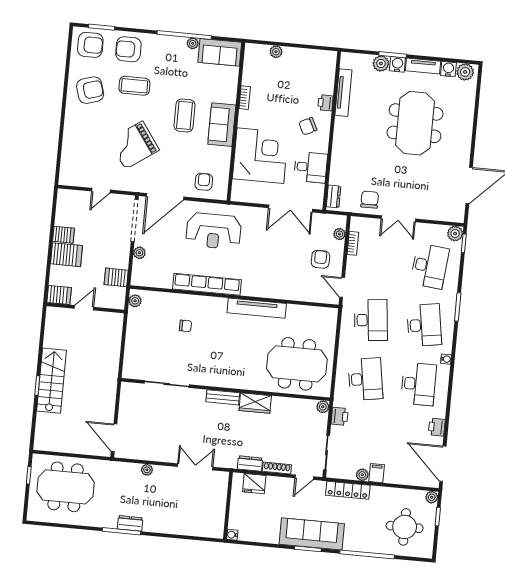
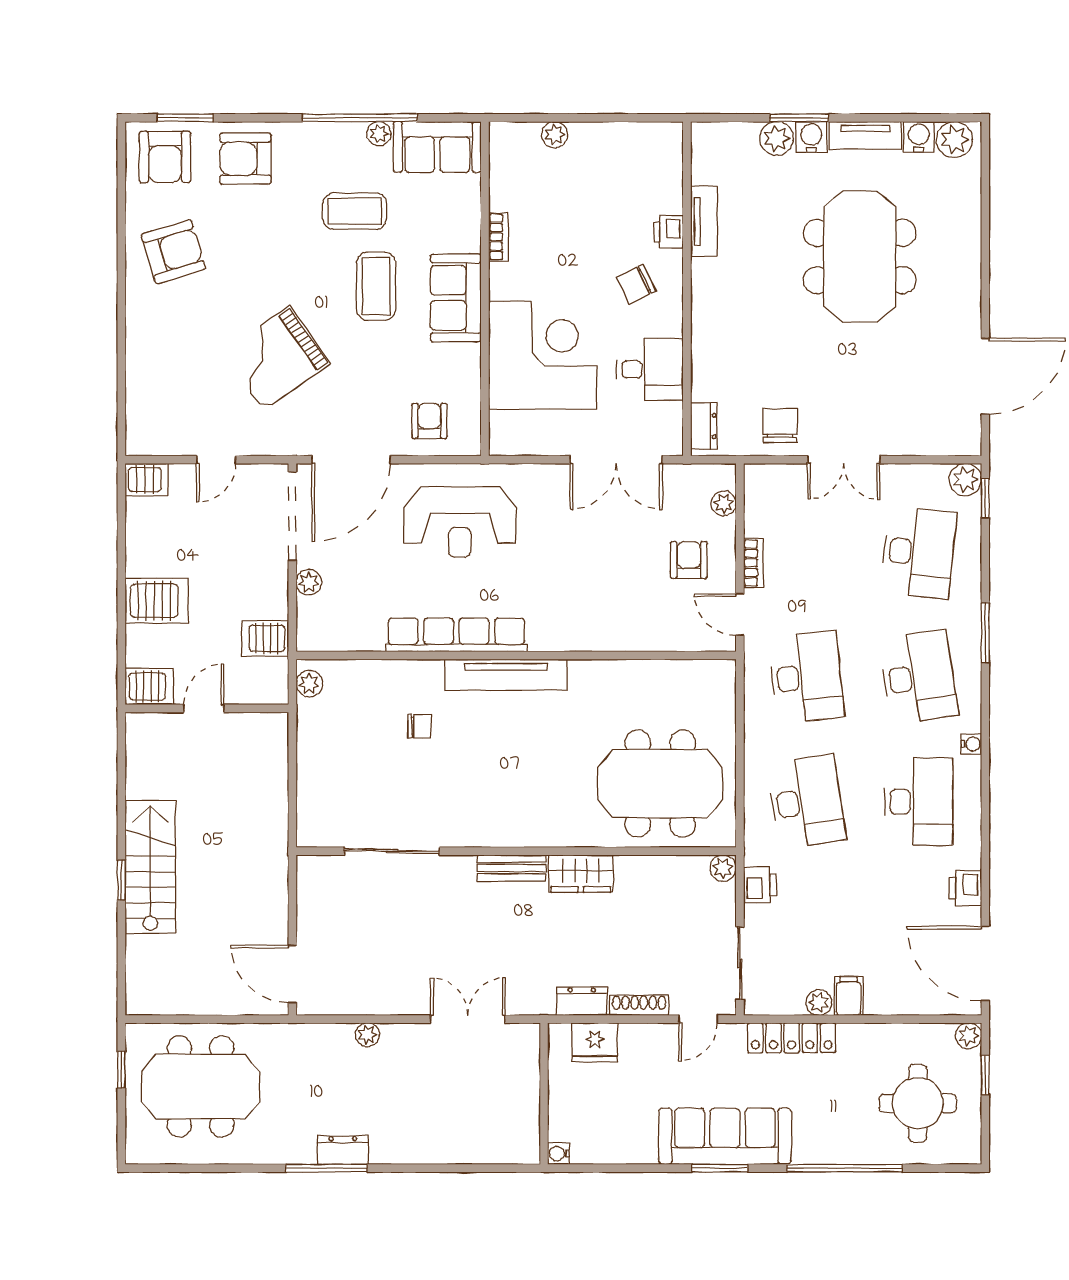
armchair: (90, 45) -> (165, 157), turned 90
coffee table: (134, 86) -> (355, 211), moved
tv unit: (343, 93) -> (704, 221), width x0.71
server rack: (64, 235) -> (147, 480), moved
bookcase: (353, 243) -> (753, 563), moved
tv unit: (257, 308) -> (506, 675), moved

